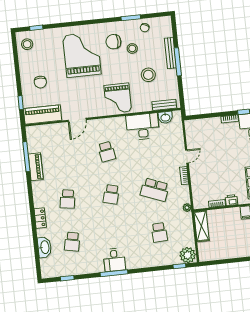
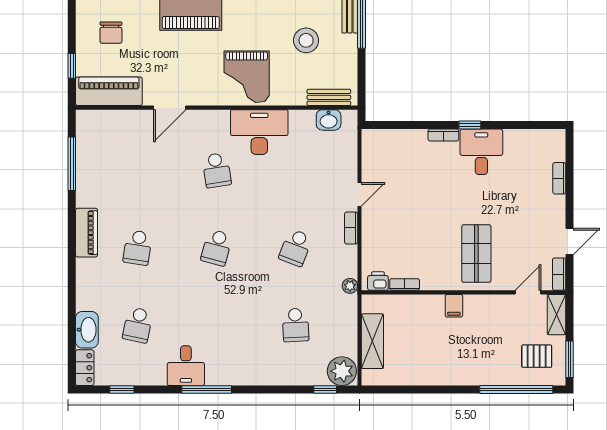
desk: (143, 127) -> (259, 132), moved
piano: (36, 167) -> (87, 233), moved
school desk: (155, 190) -> (296, 248), width x0.54
printer: (231, 200) -> (378, 281), moved
locker: (40, 218) -> (85, 368), moved
shelving: (201, 226) -> (372, 341), moved
desk: (114, 260) -> (186, 366), moved

